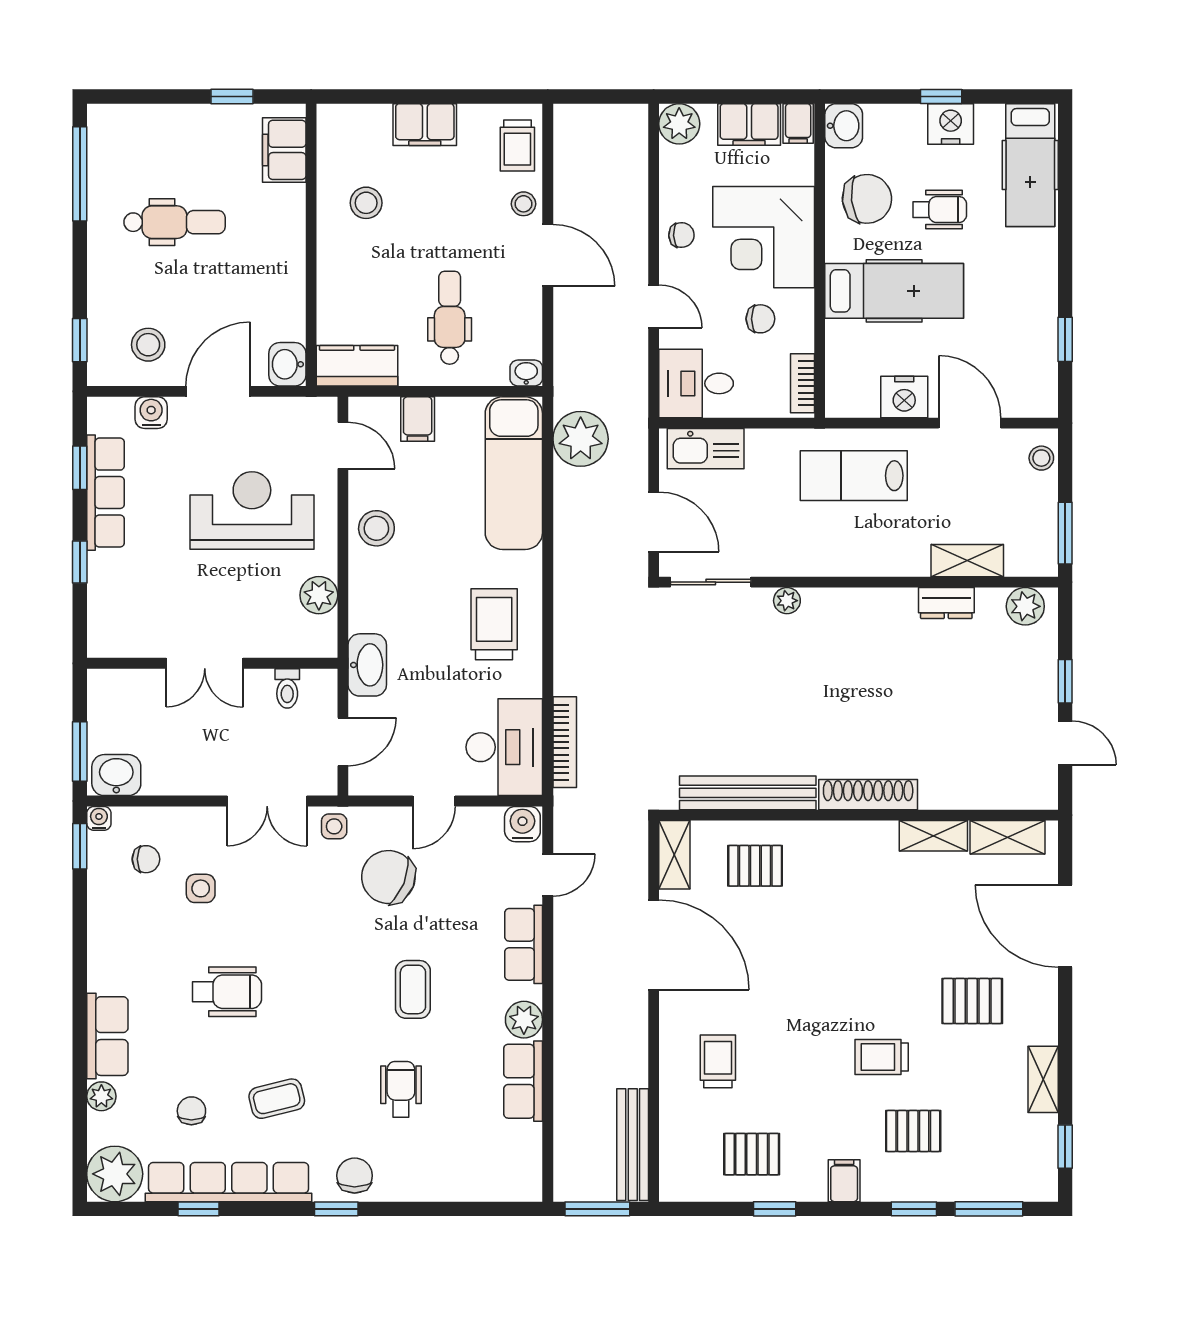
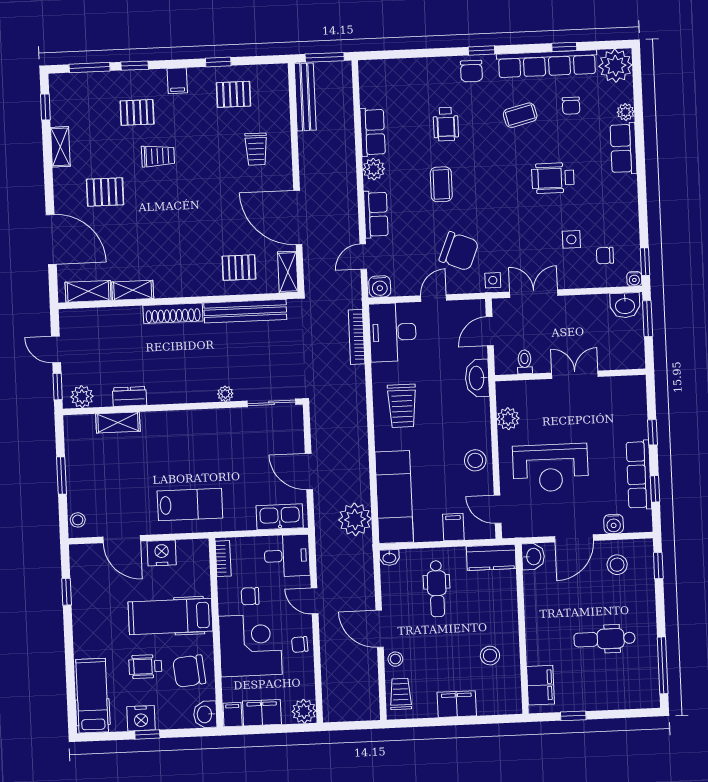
shelving: (967, 561) -> (118, 423), moved
sliding door: (711, 582) -> (272, 403), moved
wall: (858, 582) -> (183, 407), moved
plant: (787, 601) -> (225, 394), moved
dresser: (946, 603) -> (130, 396), moved
plant: (1025, 606) -> (82, 397), moved

